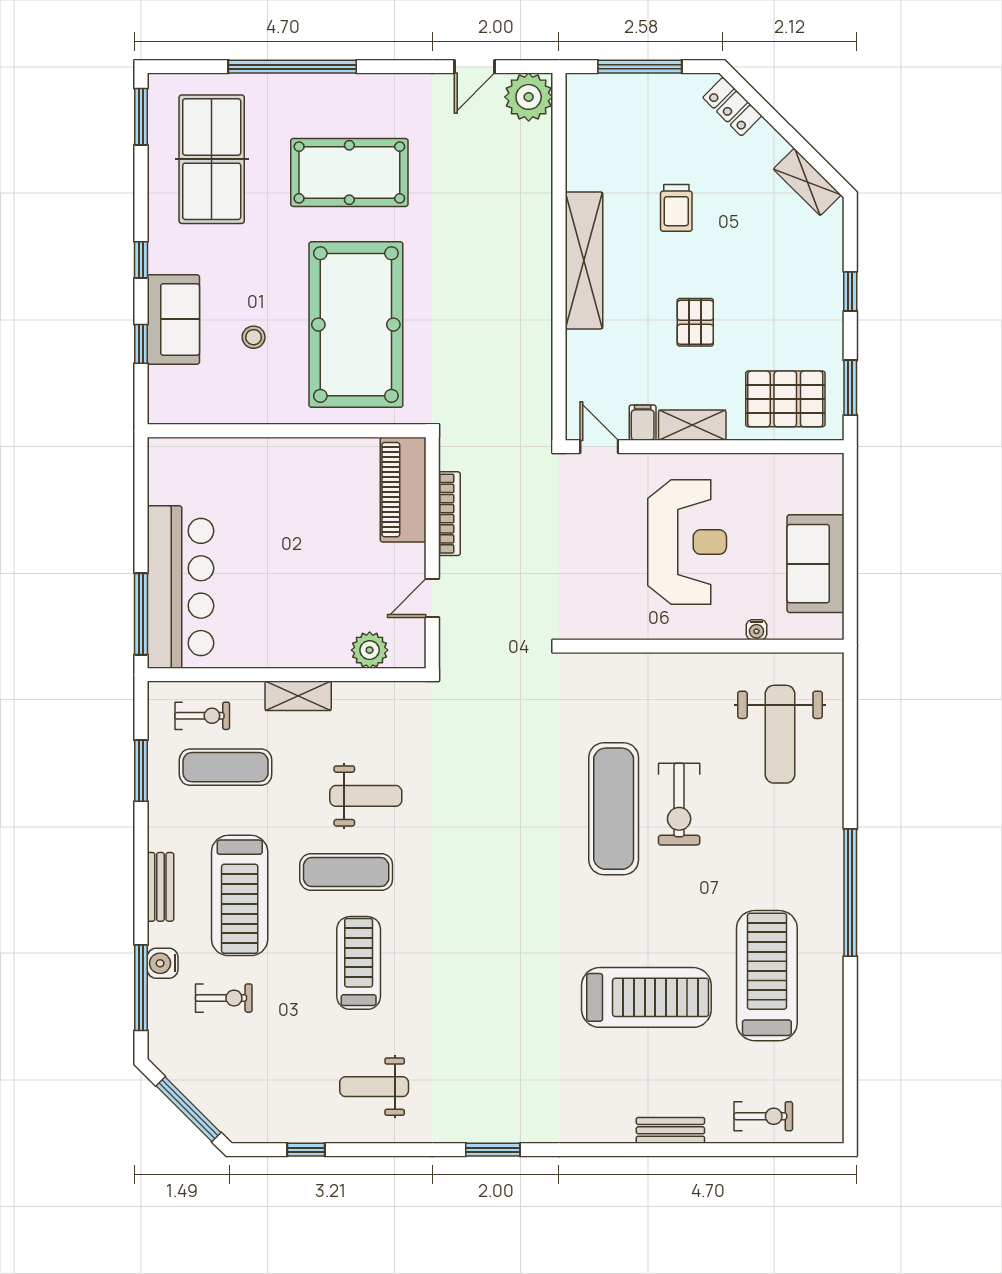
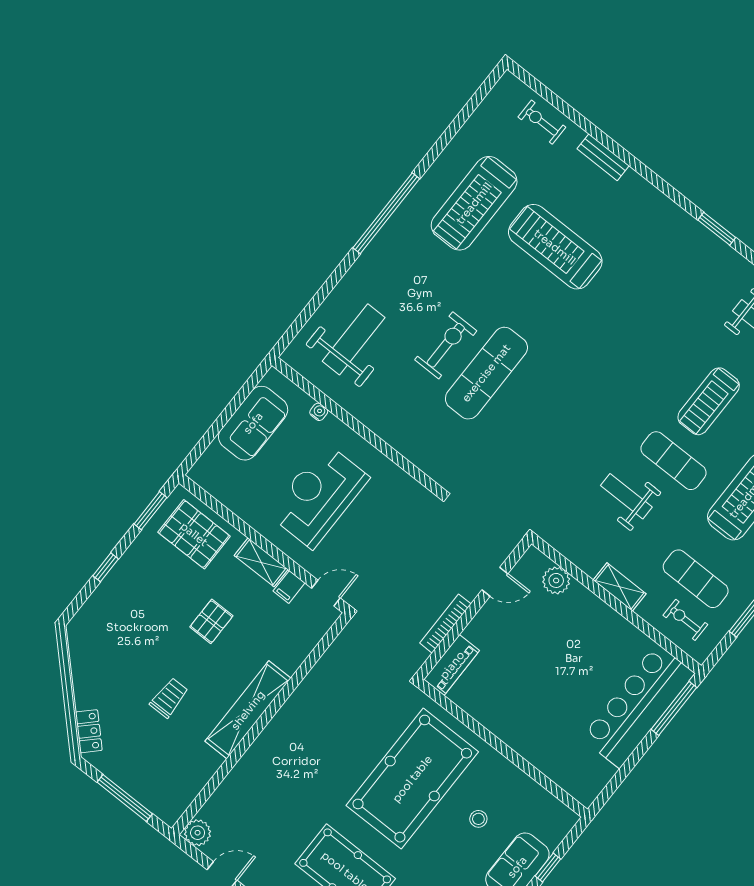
plant: (529, 97) -> (198, 833), width x0.73, depth x0.73
shelving: (807, 182) -> (80, 652), removed
door: (599, 447) -> (326, 593), swing flipped
piano: (403, 490) -> (452, 665), width x0.73, depth x0.75

